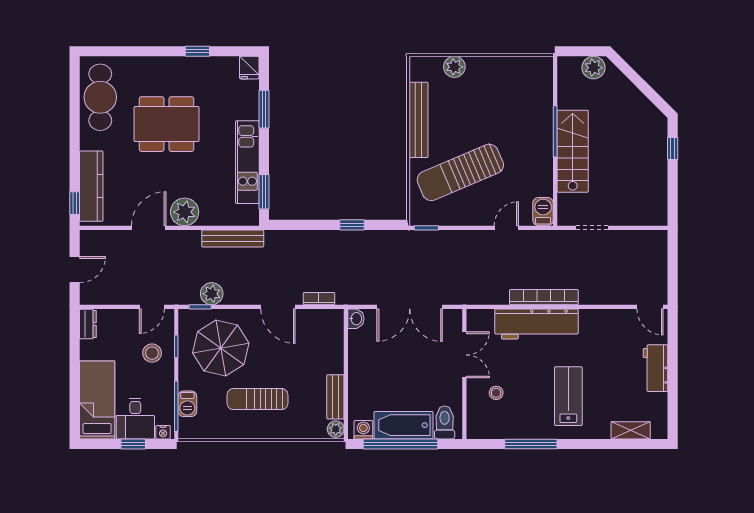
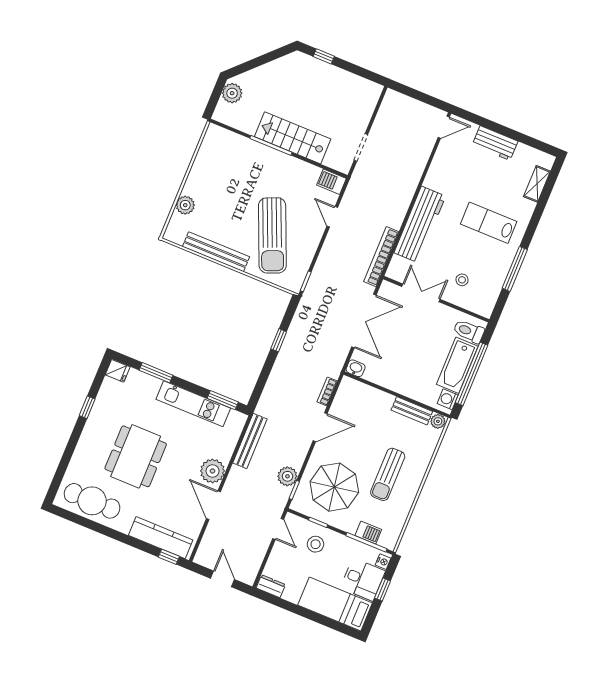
bookcase: (544, 297) -> (381, 257), moved

